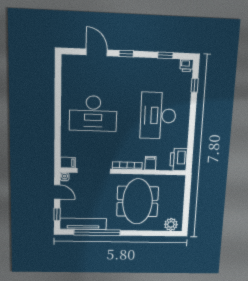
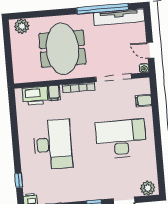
plant: (72, 62) -> (148, 188), added
printer: (179, 159) -> (35, 96), moved, turned 90
filing cabinet: (68, 163) -> (144, 101), moved
window: (57, 214) -> (148, 25), removed

